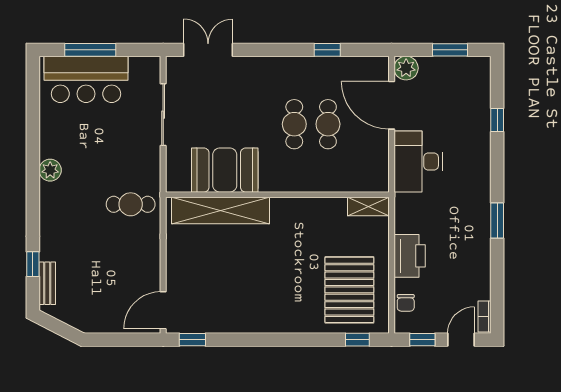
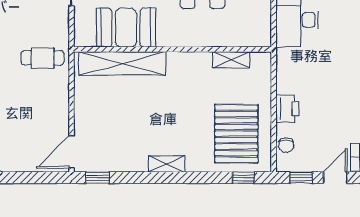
shelving: (368, 207) -> (231, 60), moved
printer: (410, 256) -> (287, 109), width x0.73, depth x0.84
shelving: (271, 324) -> (167, 164), added

